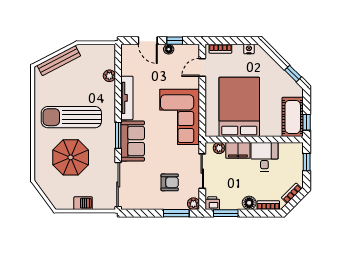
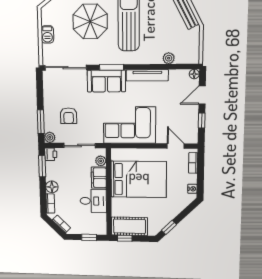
floor lamp: (169, 49) -> (194, 74), moved

